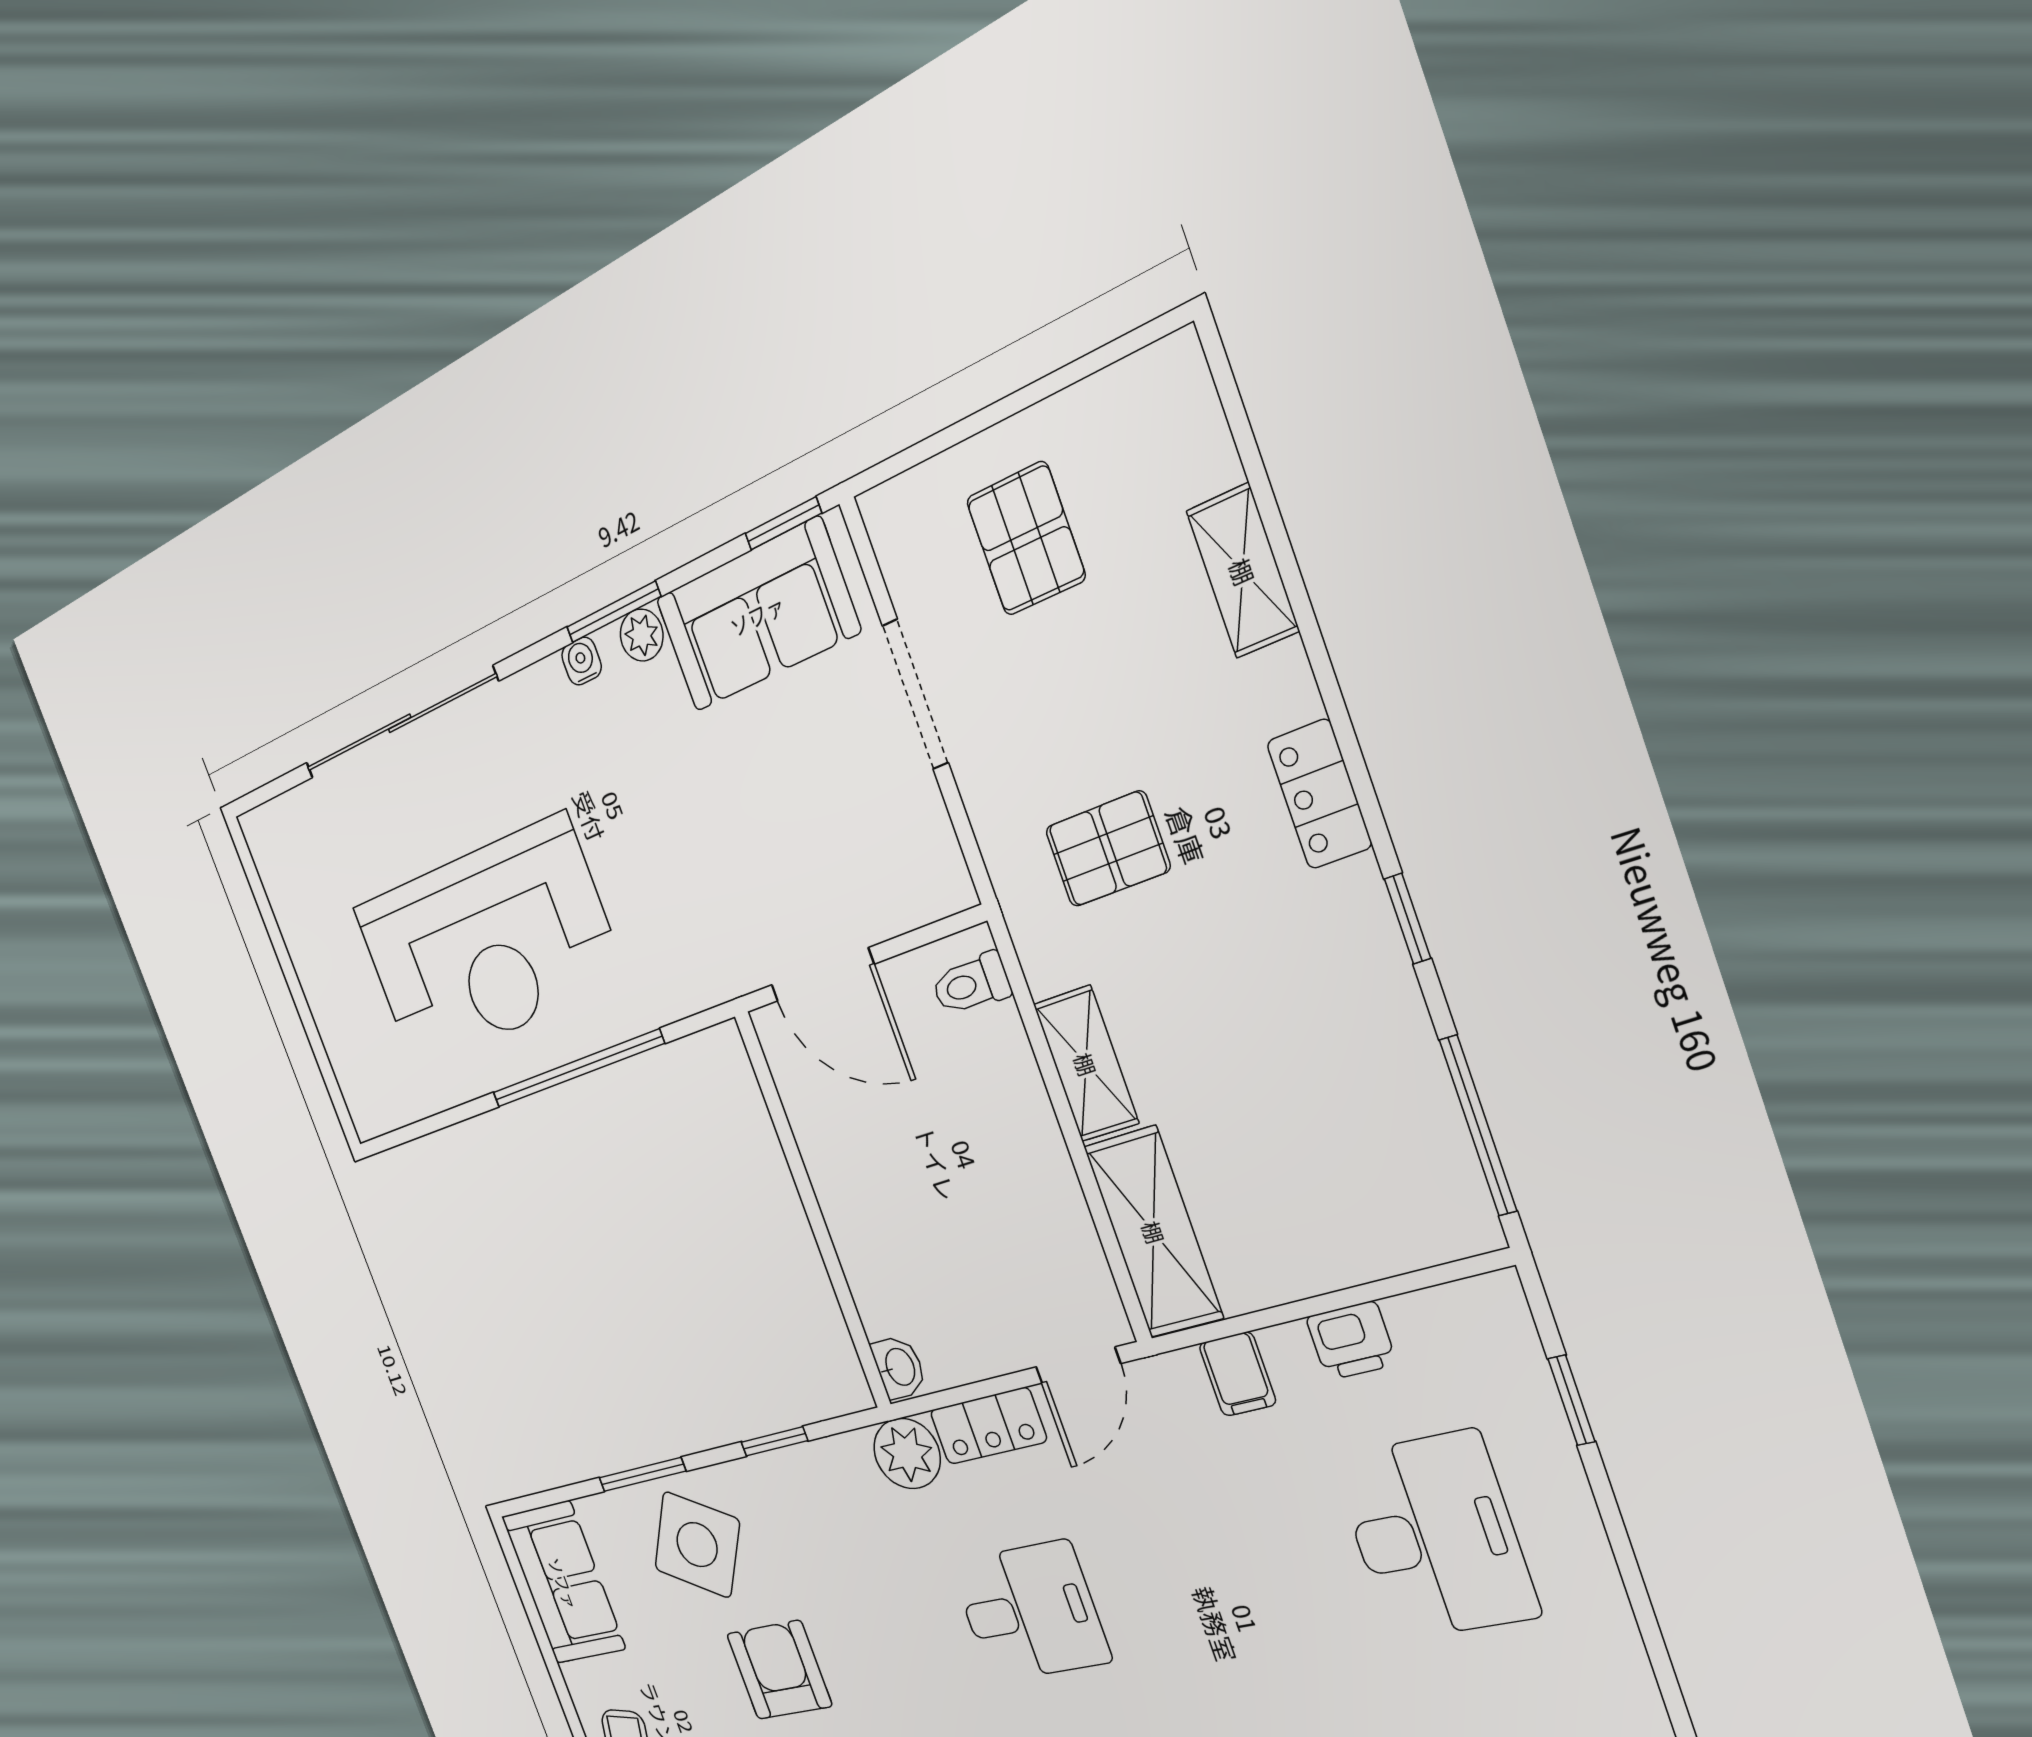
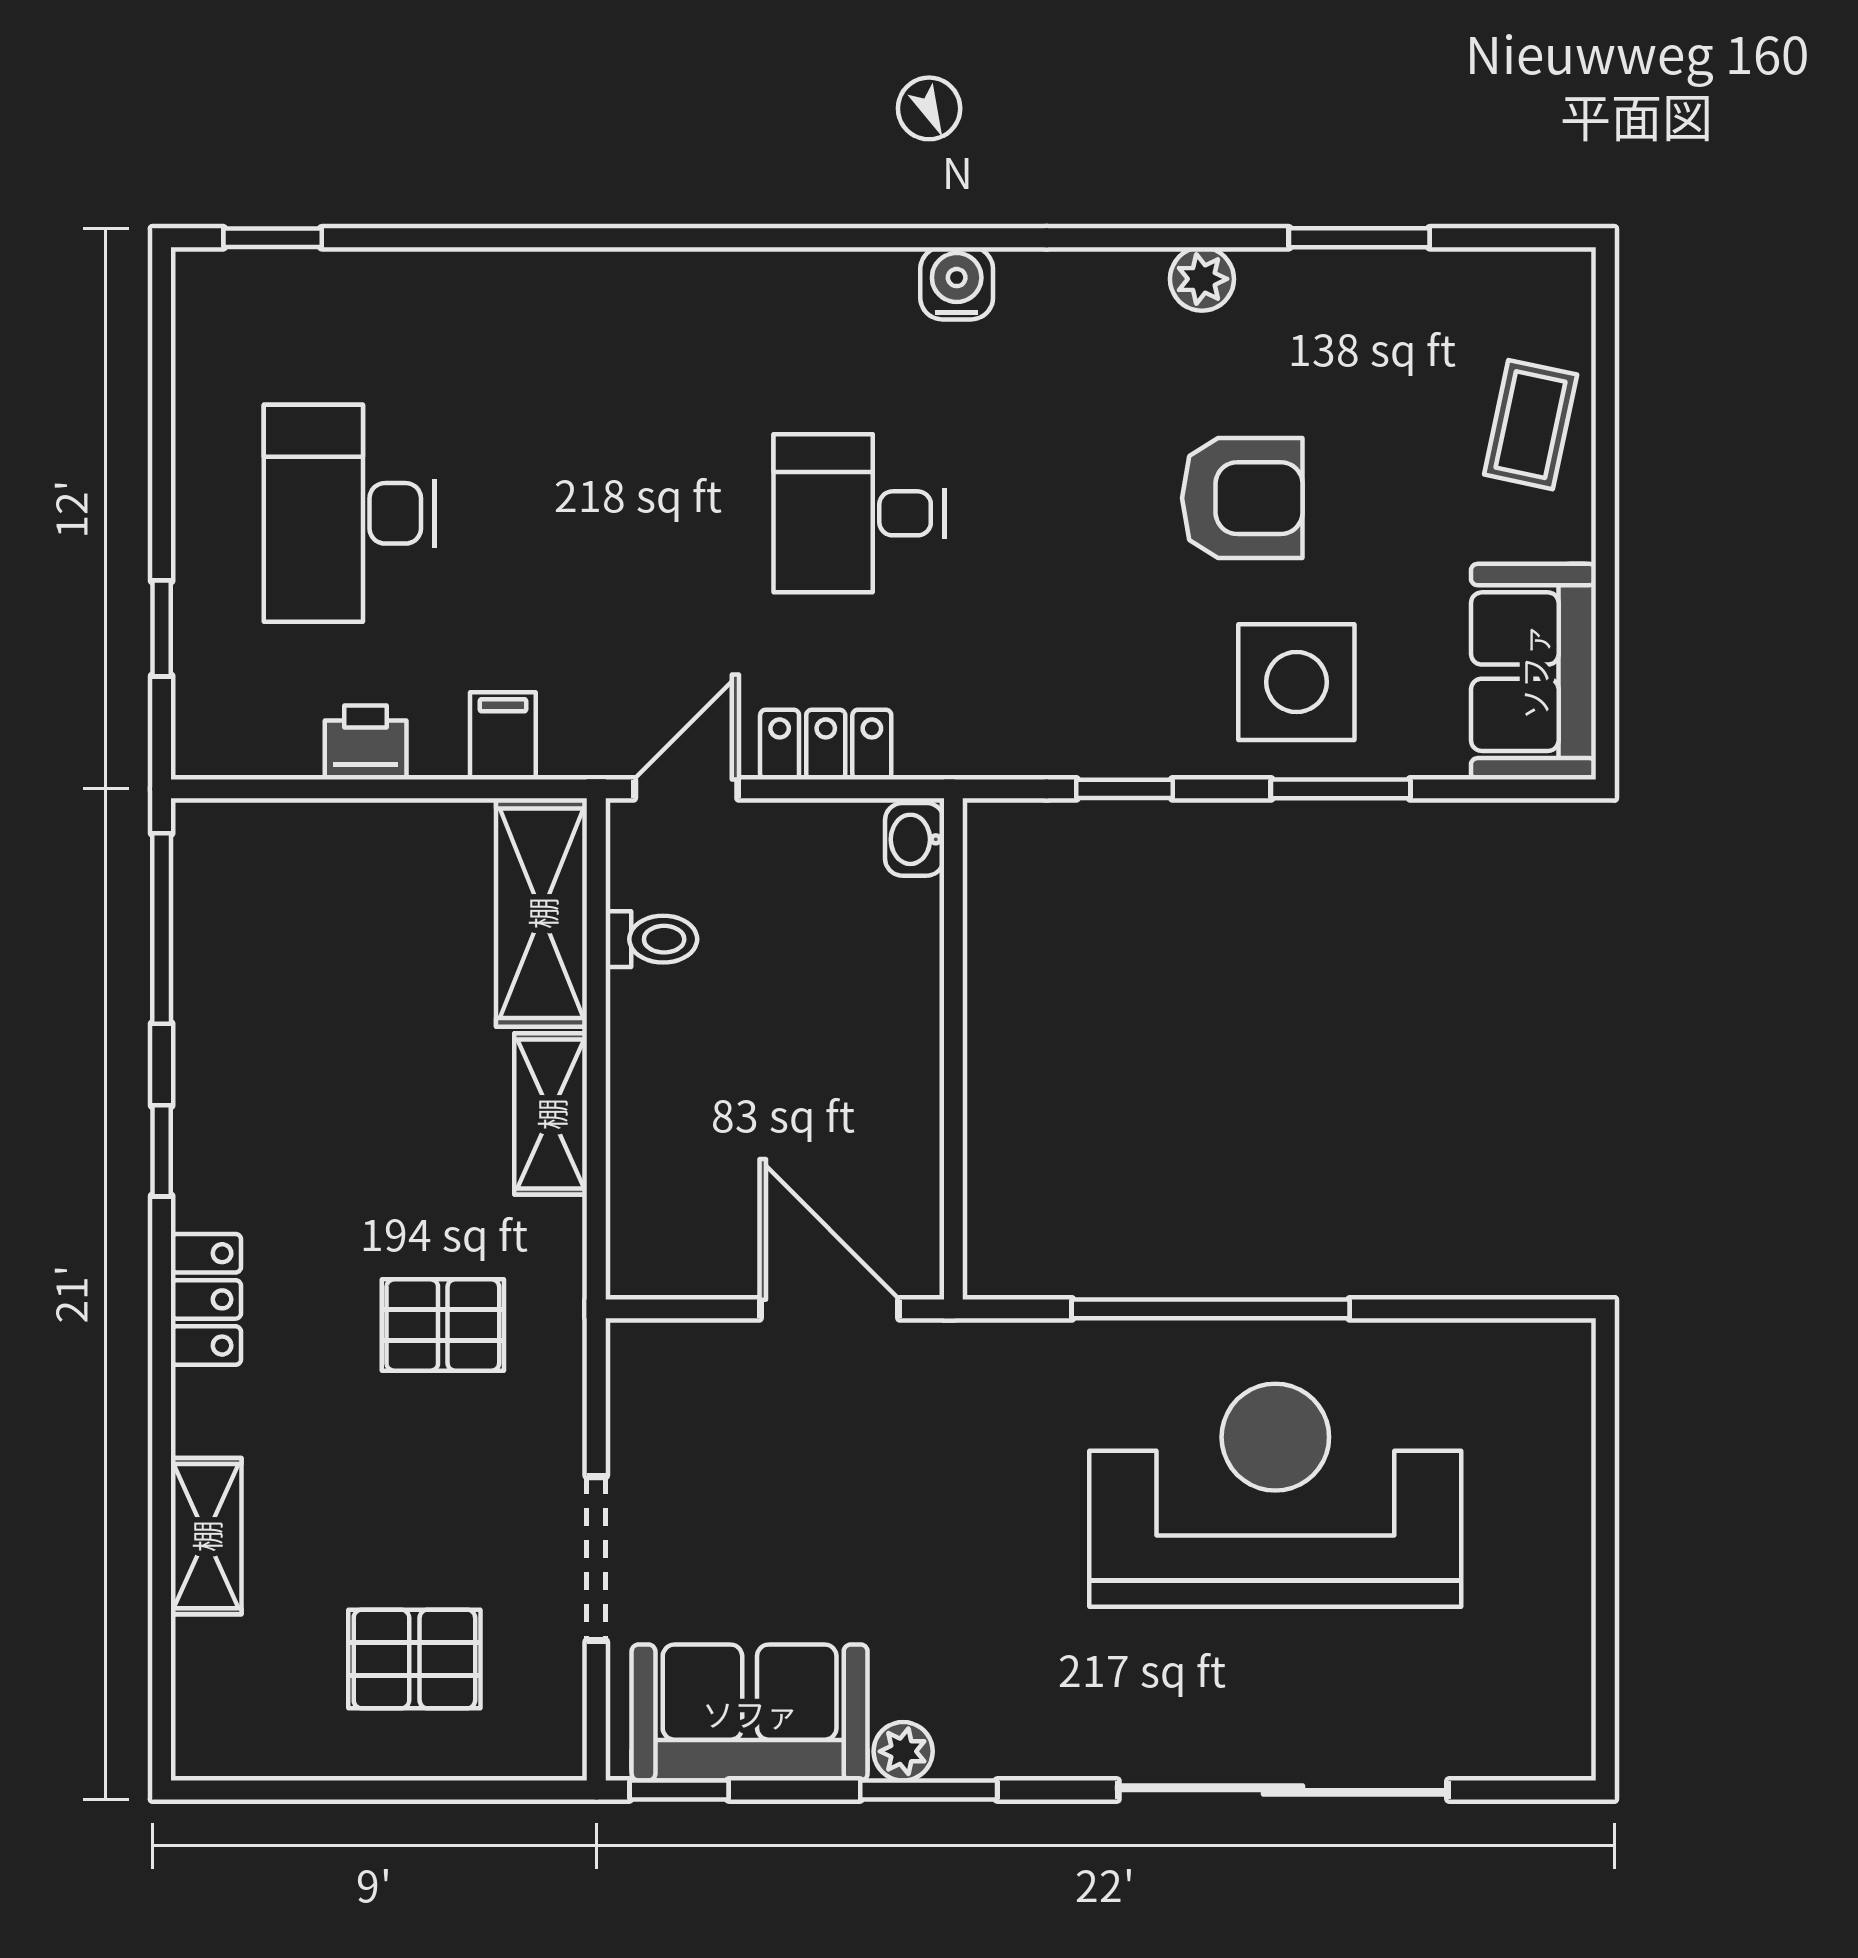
pallet: (1026, 539) -> (414, 1659), turned 90
water cooler: (582, 661) -> (994, 1756), removed
toilet: (971, 984) -> (651, 939), moved
plant: (907, 1454) -> (946, 735), removed
side table: (697, 1545) -> (1296, 682), turned -31
armchair: (779, 1670) -> (1242, 498), turned -90

